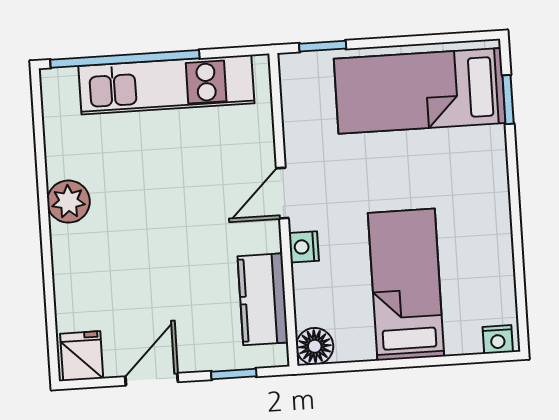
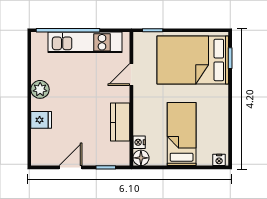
bed: (420, 91) -> (193, 60), width x1.50
door: (282, 193) -> (131, 75), moved
nightstand: (304, 247) -> (139, 142), moved
kitchen counter: (263, 299) -> (120, 122), moved
fridge: (82, 356) -> (41, 120), moved, turned 90

